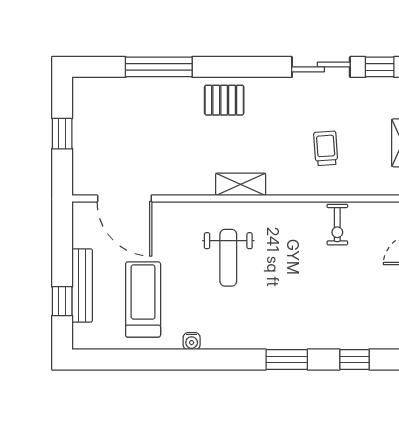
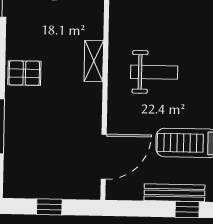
pallet: (224, 100) -> (24, 73), turned 90

